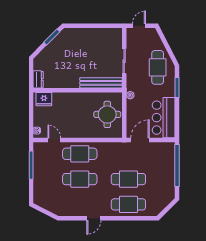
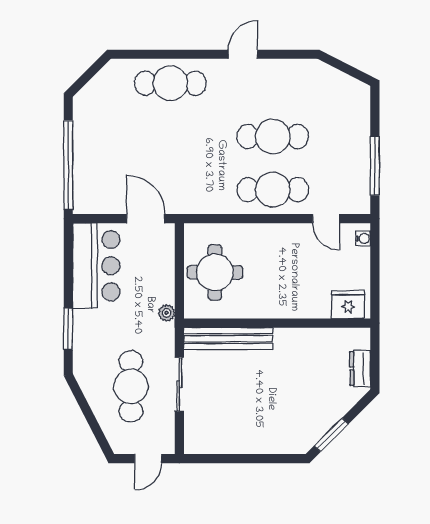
cafe table: (158, 67) -> (131, 386), moved
dresser: (38, 79) -> (360, 369), moved
door: (140, 140) -> (146, 219), swing flipped
cafe table: (128, 179) -> (170, 136), removed

